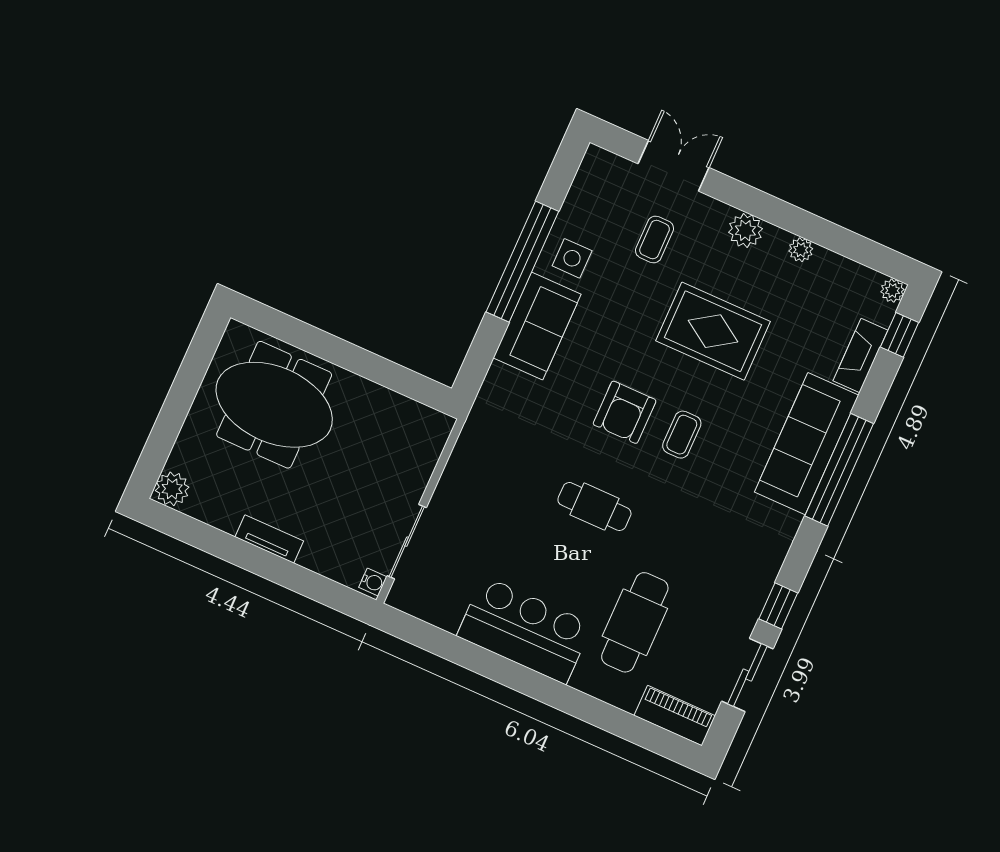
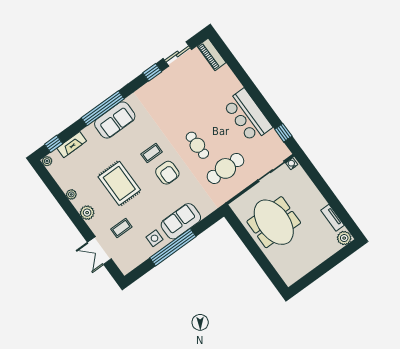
meeting table: (274, 405) -> (274, 222), moved
armchair: (625, 412) -> (167, 173), turned 90
sofa: (807, 444) -> (115, 120), width x0.73
tv unit: (269, 539) -> (333, 218), moved
cafe table: (635, 622) -> (225, 168), moved
window: (428, 637) -> (283, 133), added

